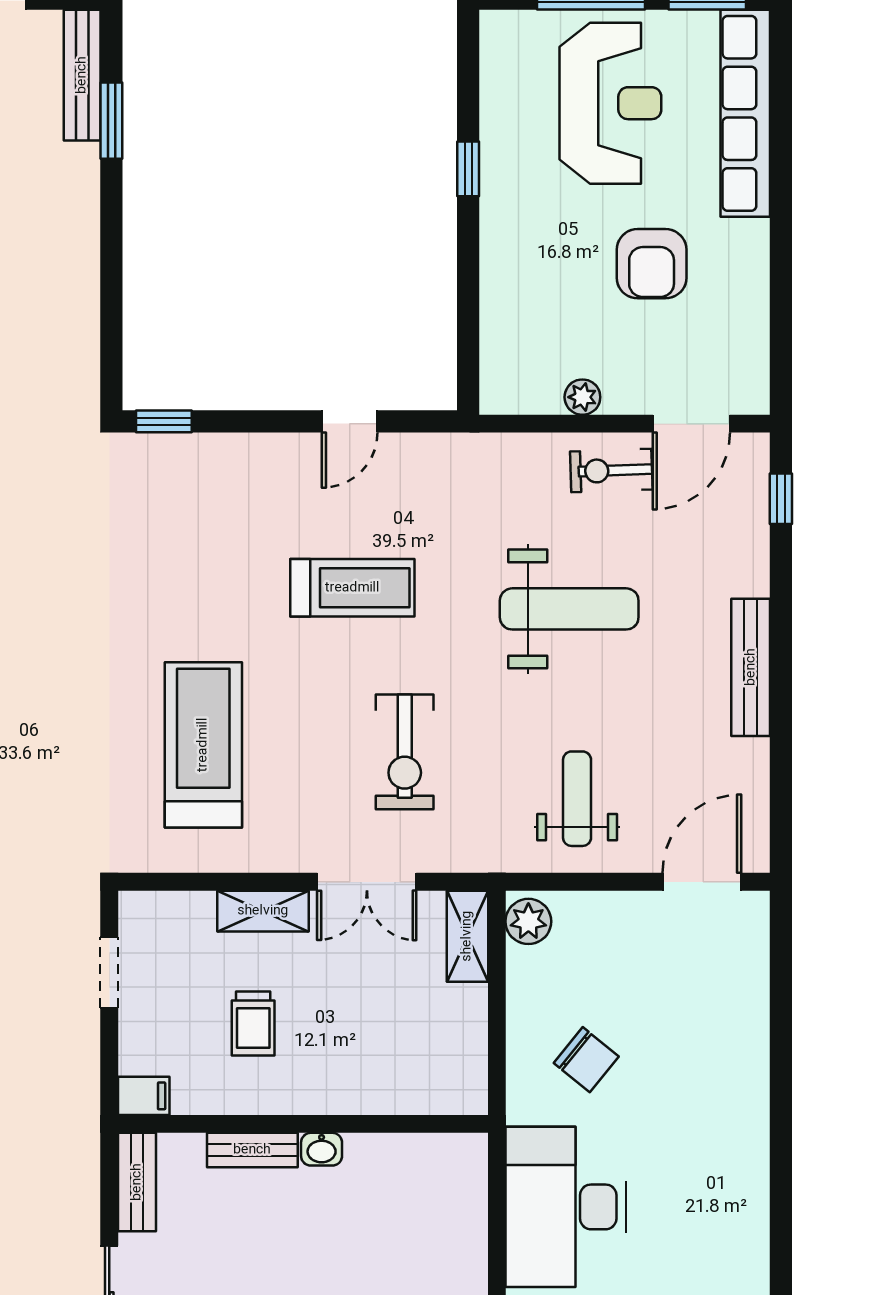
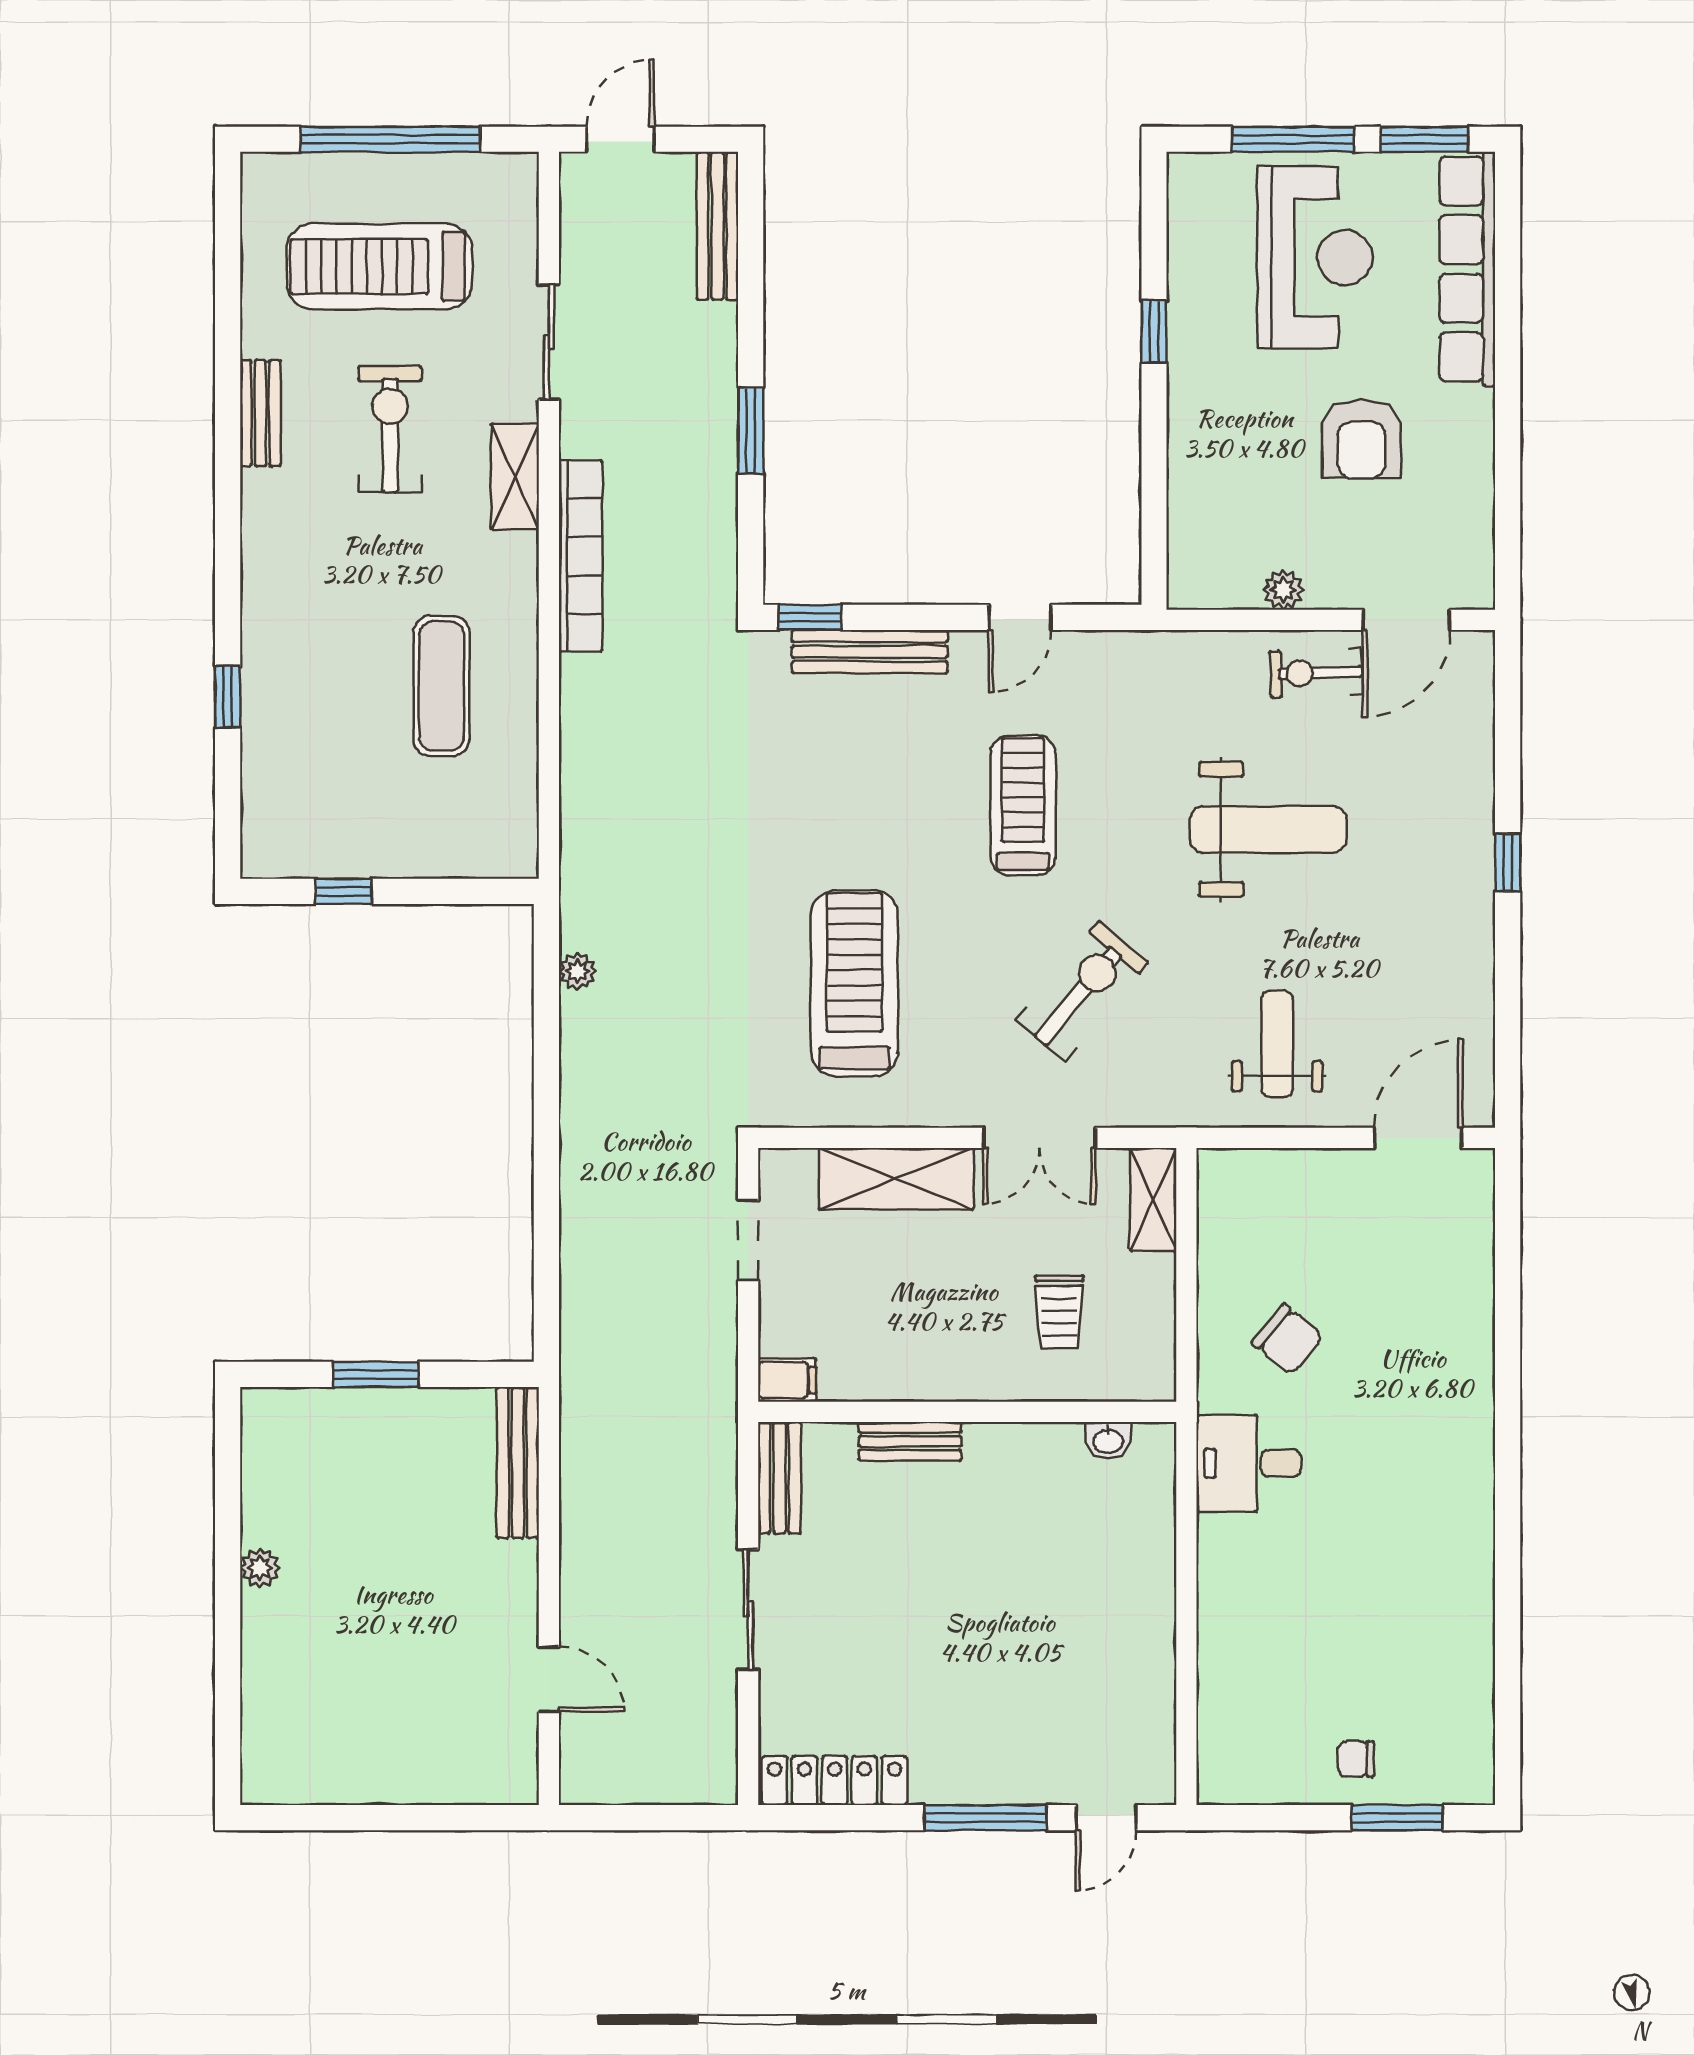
window: (111, 121) -> (751, 431), moved
window: (781, 499) -> (1508, 863), moved
treadmill: (352, 588) -> (1023, 805), turned -90
bench: (751, 667) -> (870, 652), moved, turned 90
exercise bike: (405, 752) -> (1082, 991), turned -140
shelving: (263, 911) -> (896, 1179), width x1.50, depth x1.33
plant: (528, 921) -> (1222, 1183), removed
trolley: (253, 1024) -> (1059, 1312), moved
washbasin: (322, 1149) -> (1108, 1440), moved
desk: (566, 1207) -> (1249, 1463), width x0.53, depth x0.77

